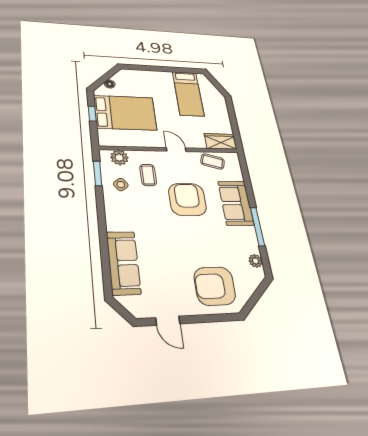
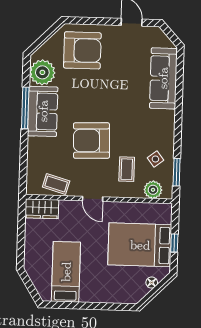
armchair: (187, 199) -> (91, 141), turned 88
sofa: (236, 203) -> (43, 111), moved
plant: (256, 261) -> (42, 72), width x1.88, depth x1.88

